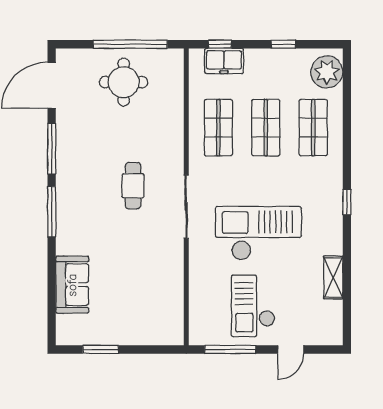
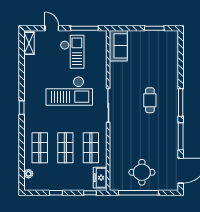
freezer: (224, 61) -> (100, 178), moved, turned -90
plant: (327, 72) -> (28, 174), width x0.53, depth x0.53
cafe table: (133, 186) -> (150, 100), moved
shelving: (333, 278) -> (29, 43), moved
sofa: (72, 285) -> (118, 46), moved, turned 180
door: (291, 349) -> (52, 28), hinge flipped

